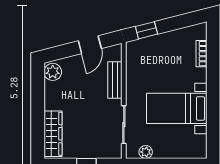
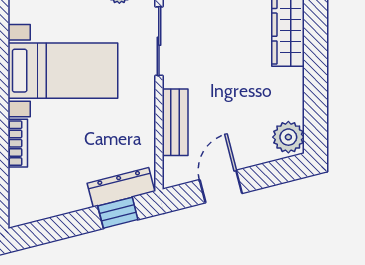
dresser: (145, 44) -> (121, 187), added
bookcase: (202, 54) -> (18, 143), moved

